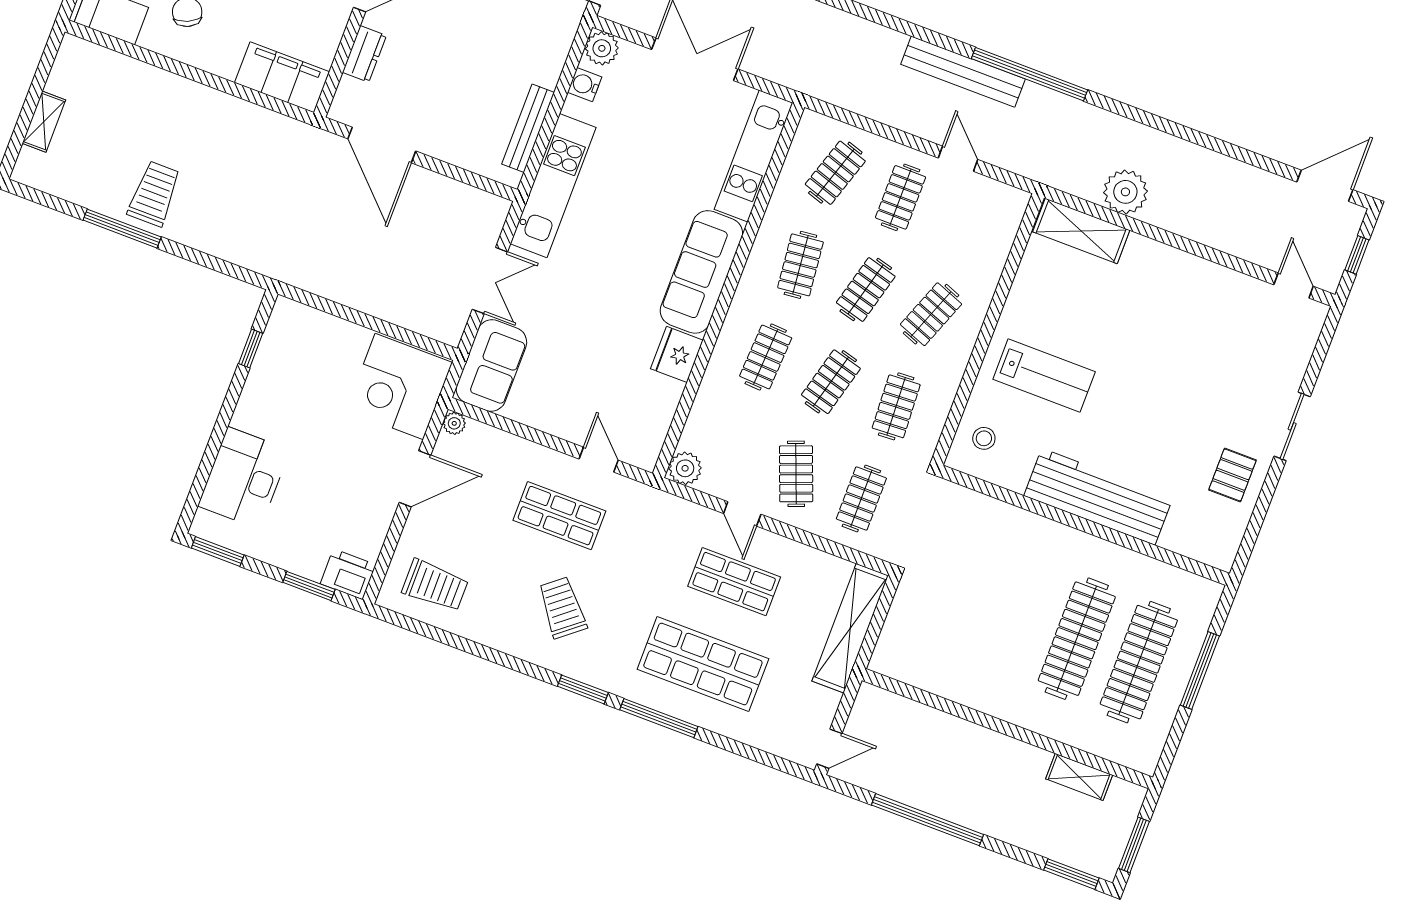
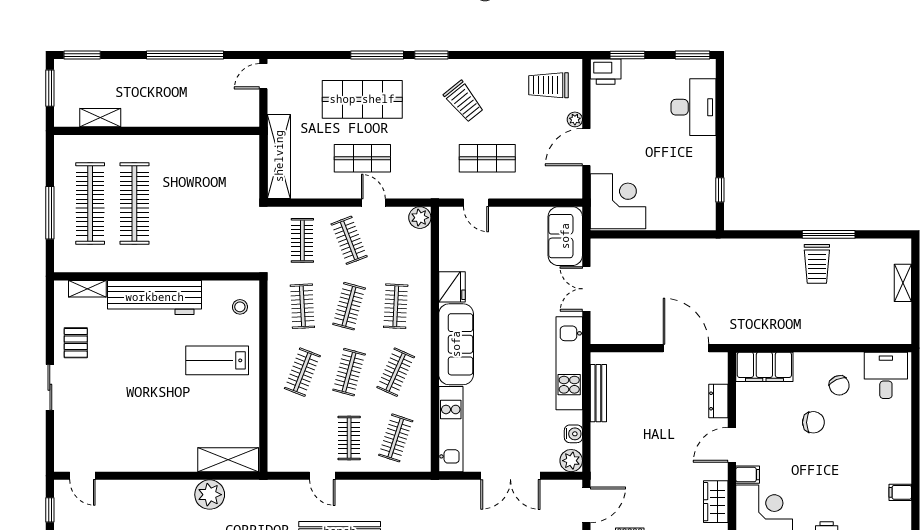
clothes rail: (800, 265) -> (396, 372), turned 30
plant: (454, 423) -> (575, 119), moved
shelving: (1188, 544) -> (87, 289), added

